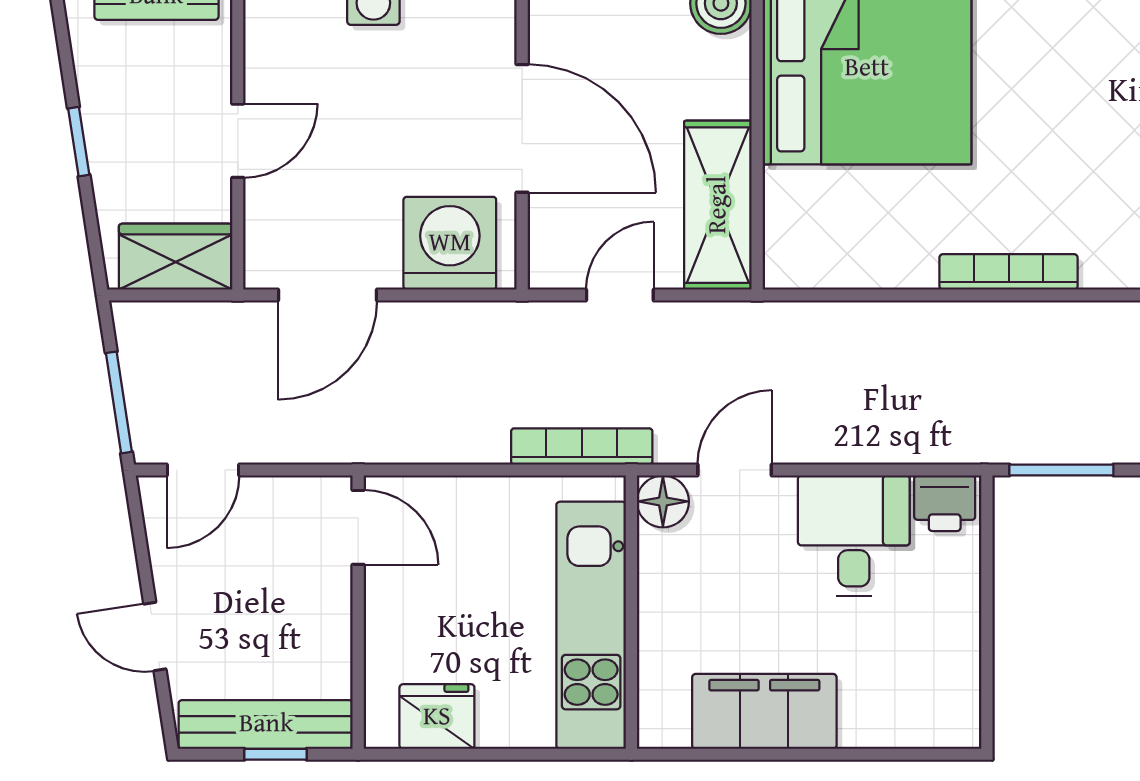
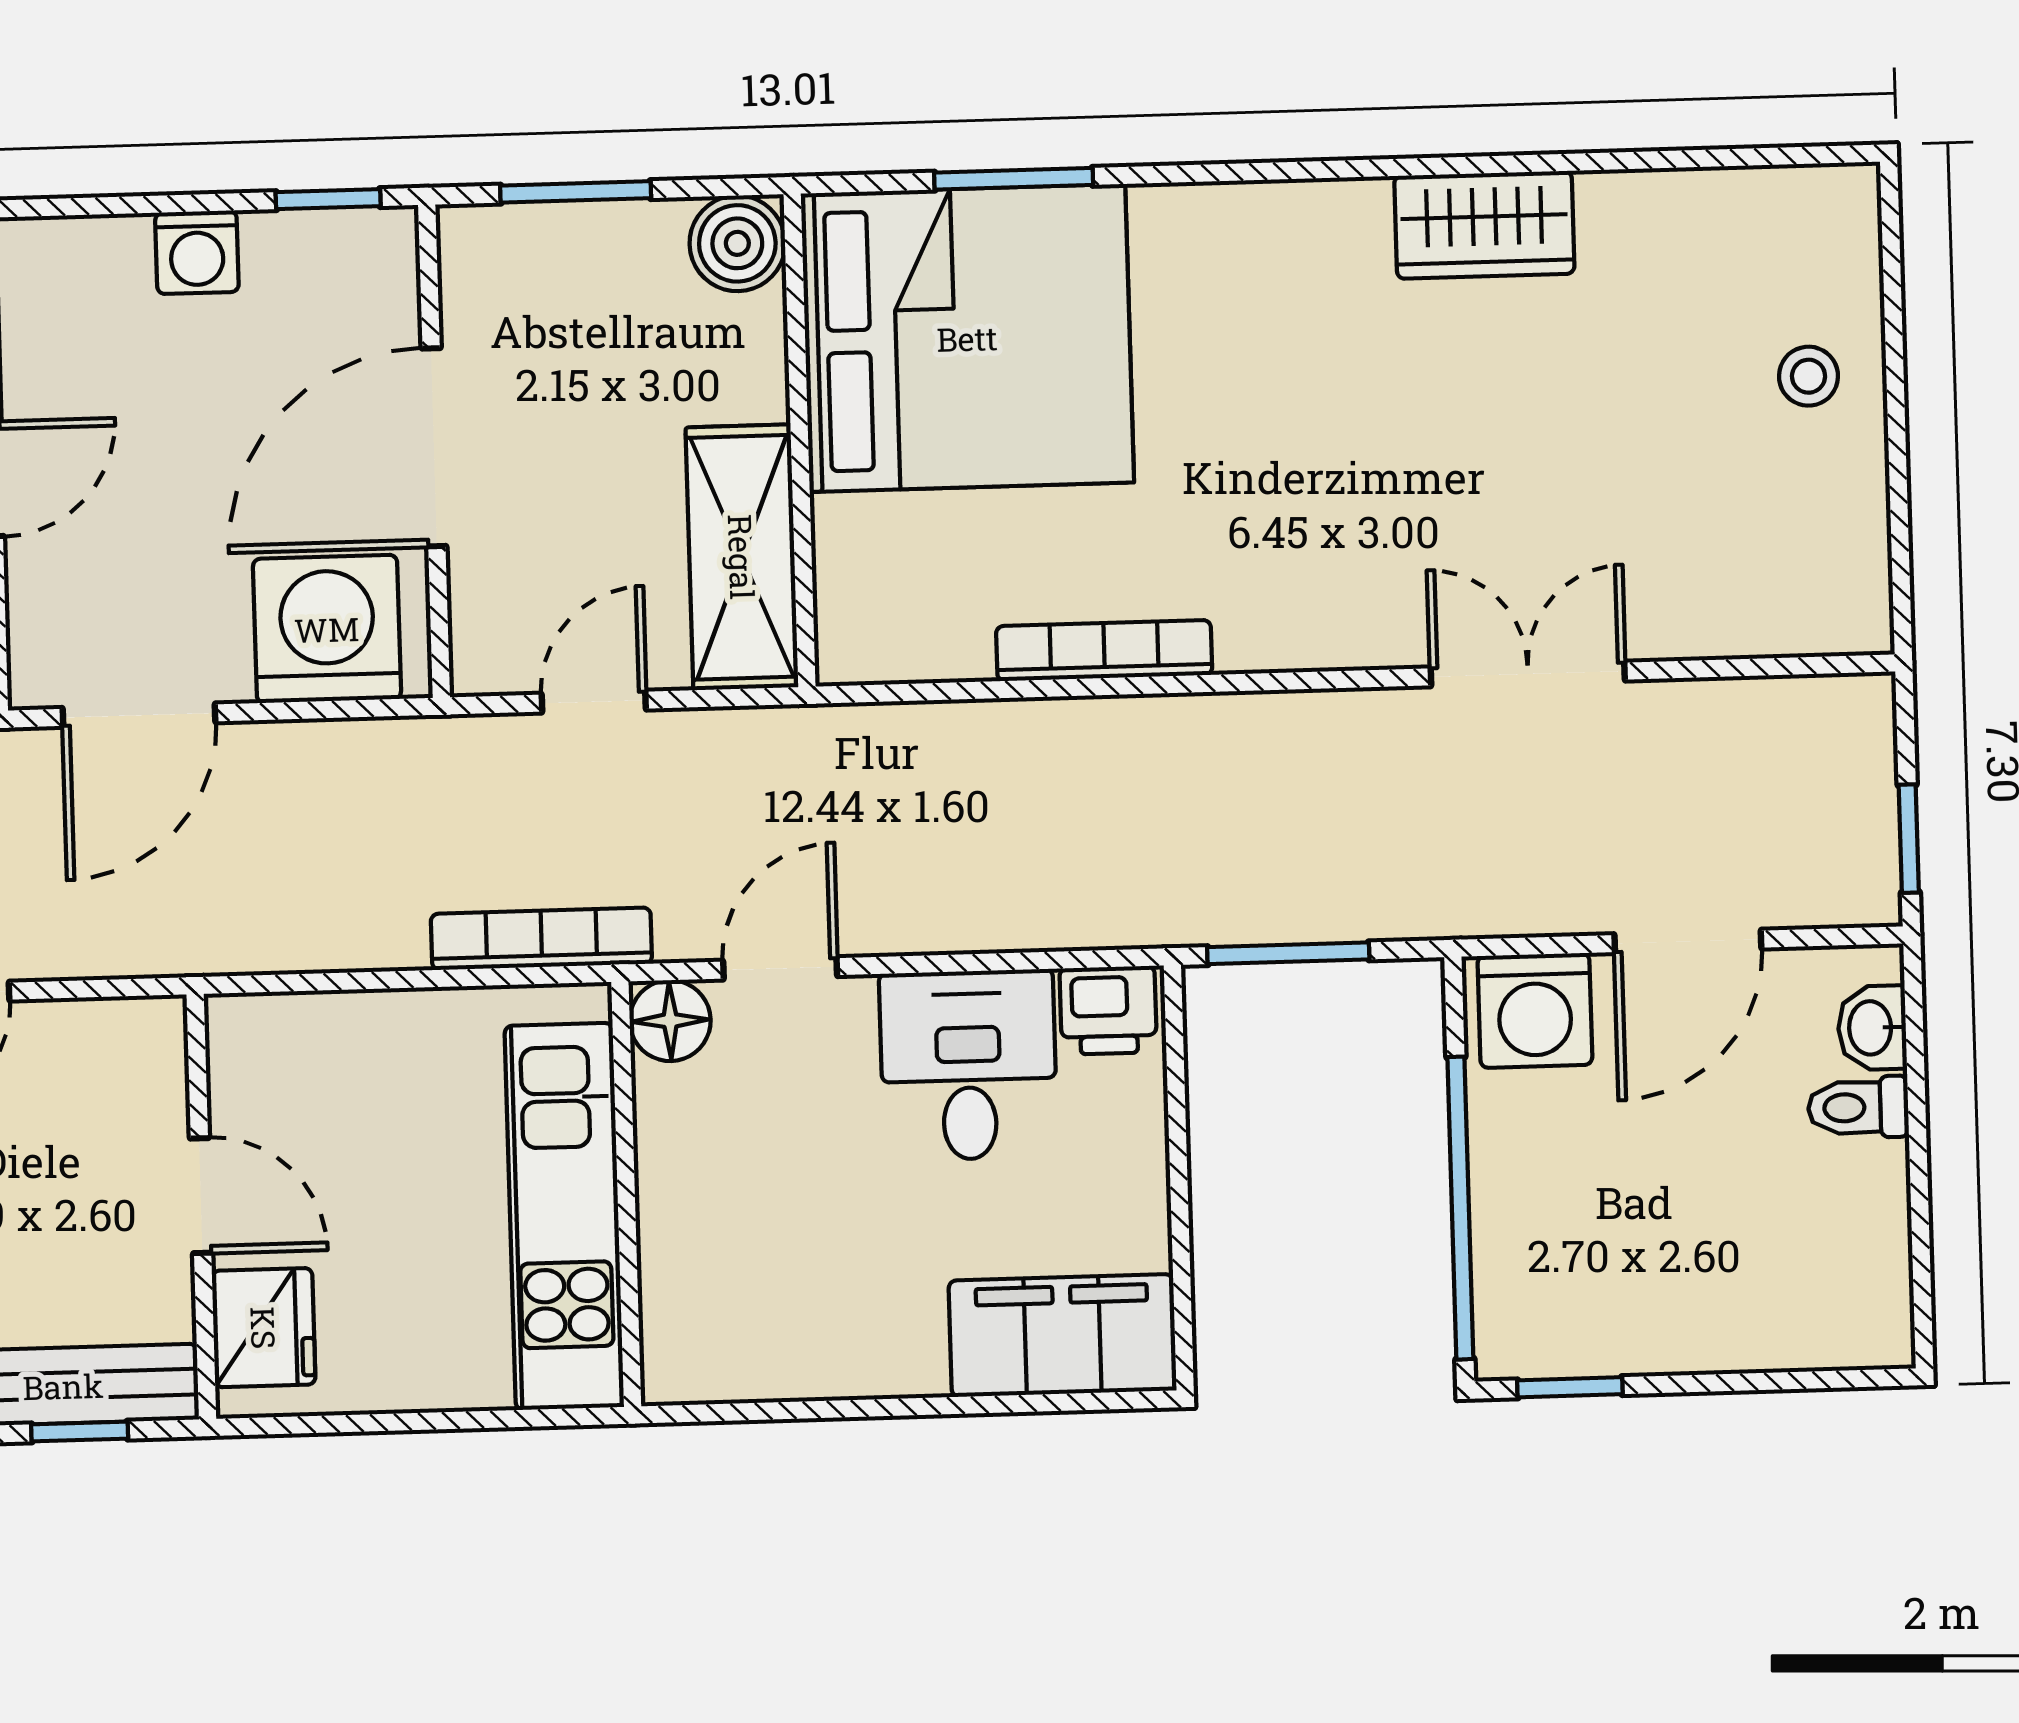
door: (522, 128) -> (434, 447), swing flipped
bookcase: (1009, 272) -> (1104, 650), moved
door: (358, 527) -> (201, 1196), moved
filing cabinet: (764, 711) -> (1063, 1336), moved
fridge: (437, 717) -> (264, 1328), moved, turned 90

